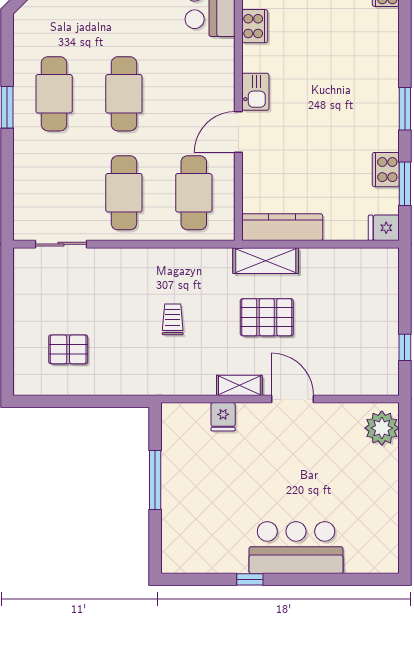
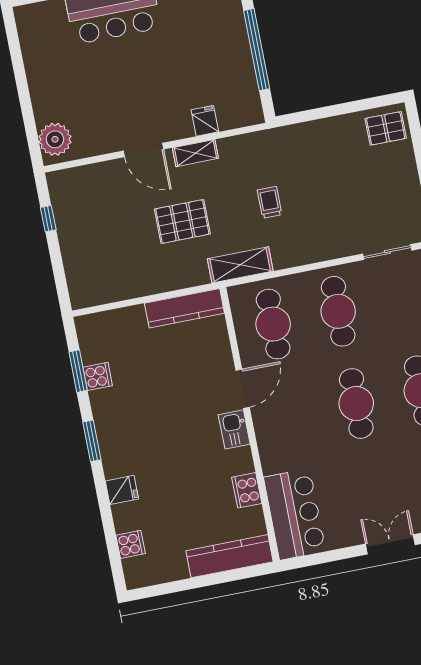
cooker: (386, 170) -> (98, 376), width x0.73
fridge: (384, 228) -> (122, 490), moved
shelving: (266, 261) -> (240, 265), moved
trolley: (173, 319) -> (270, 202), turned 180
pallet: (68, 349) -> (386, 128), moved
window: (155, 480) -> (257, 50), width x1.46

